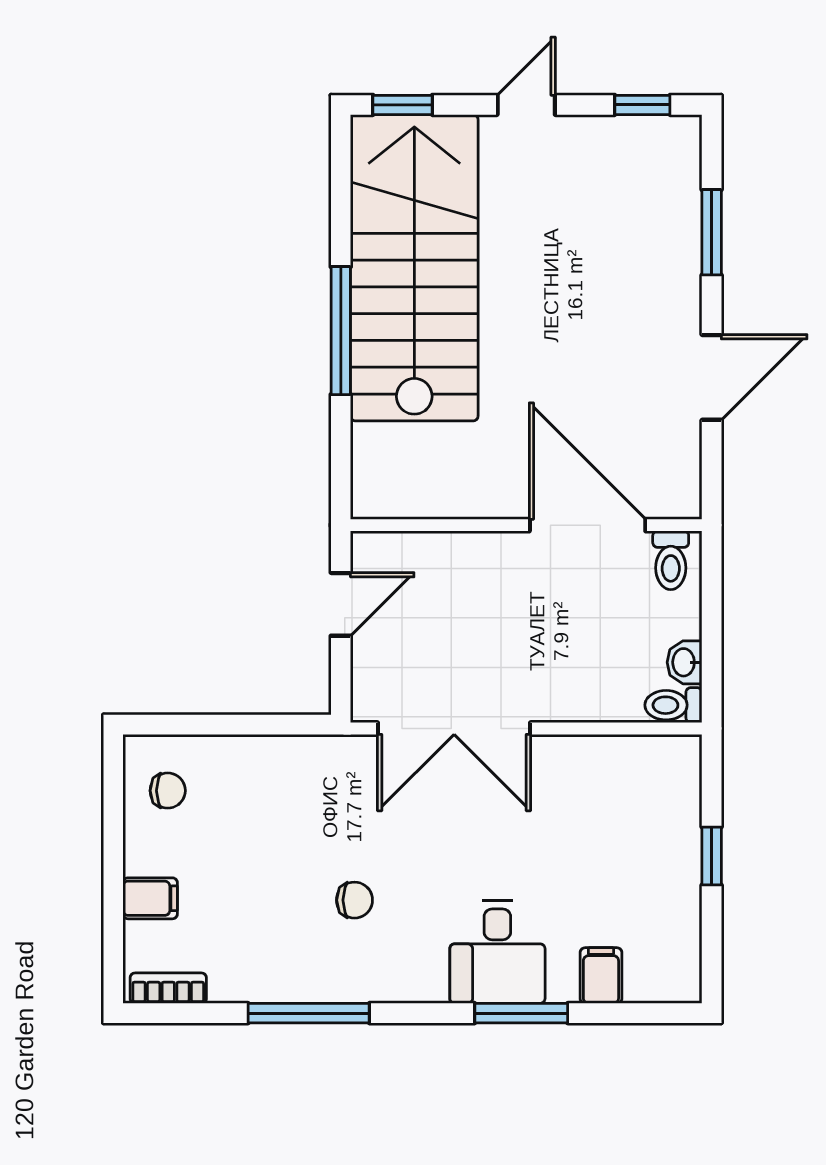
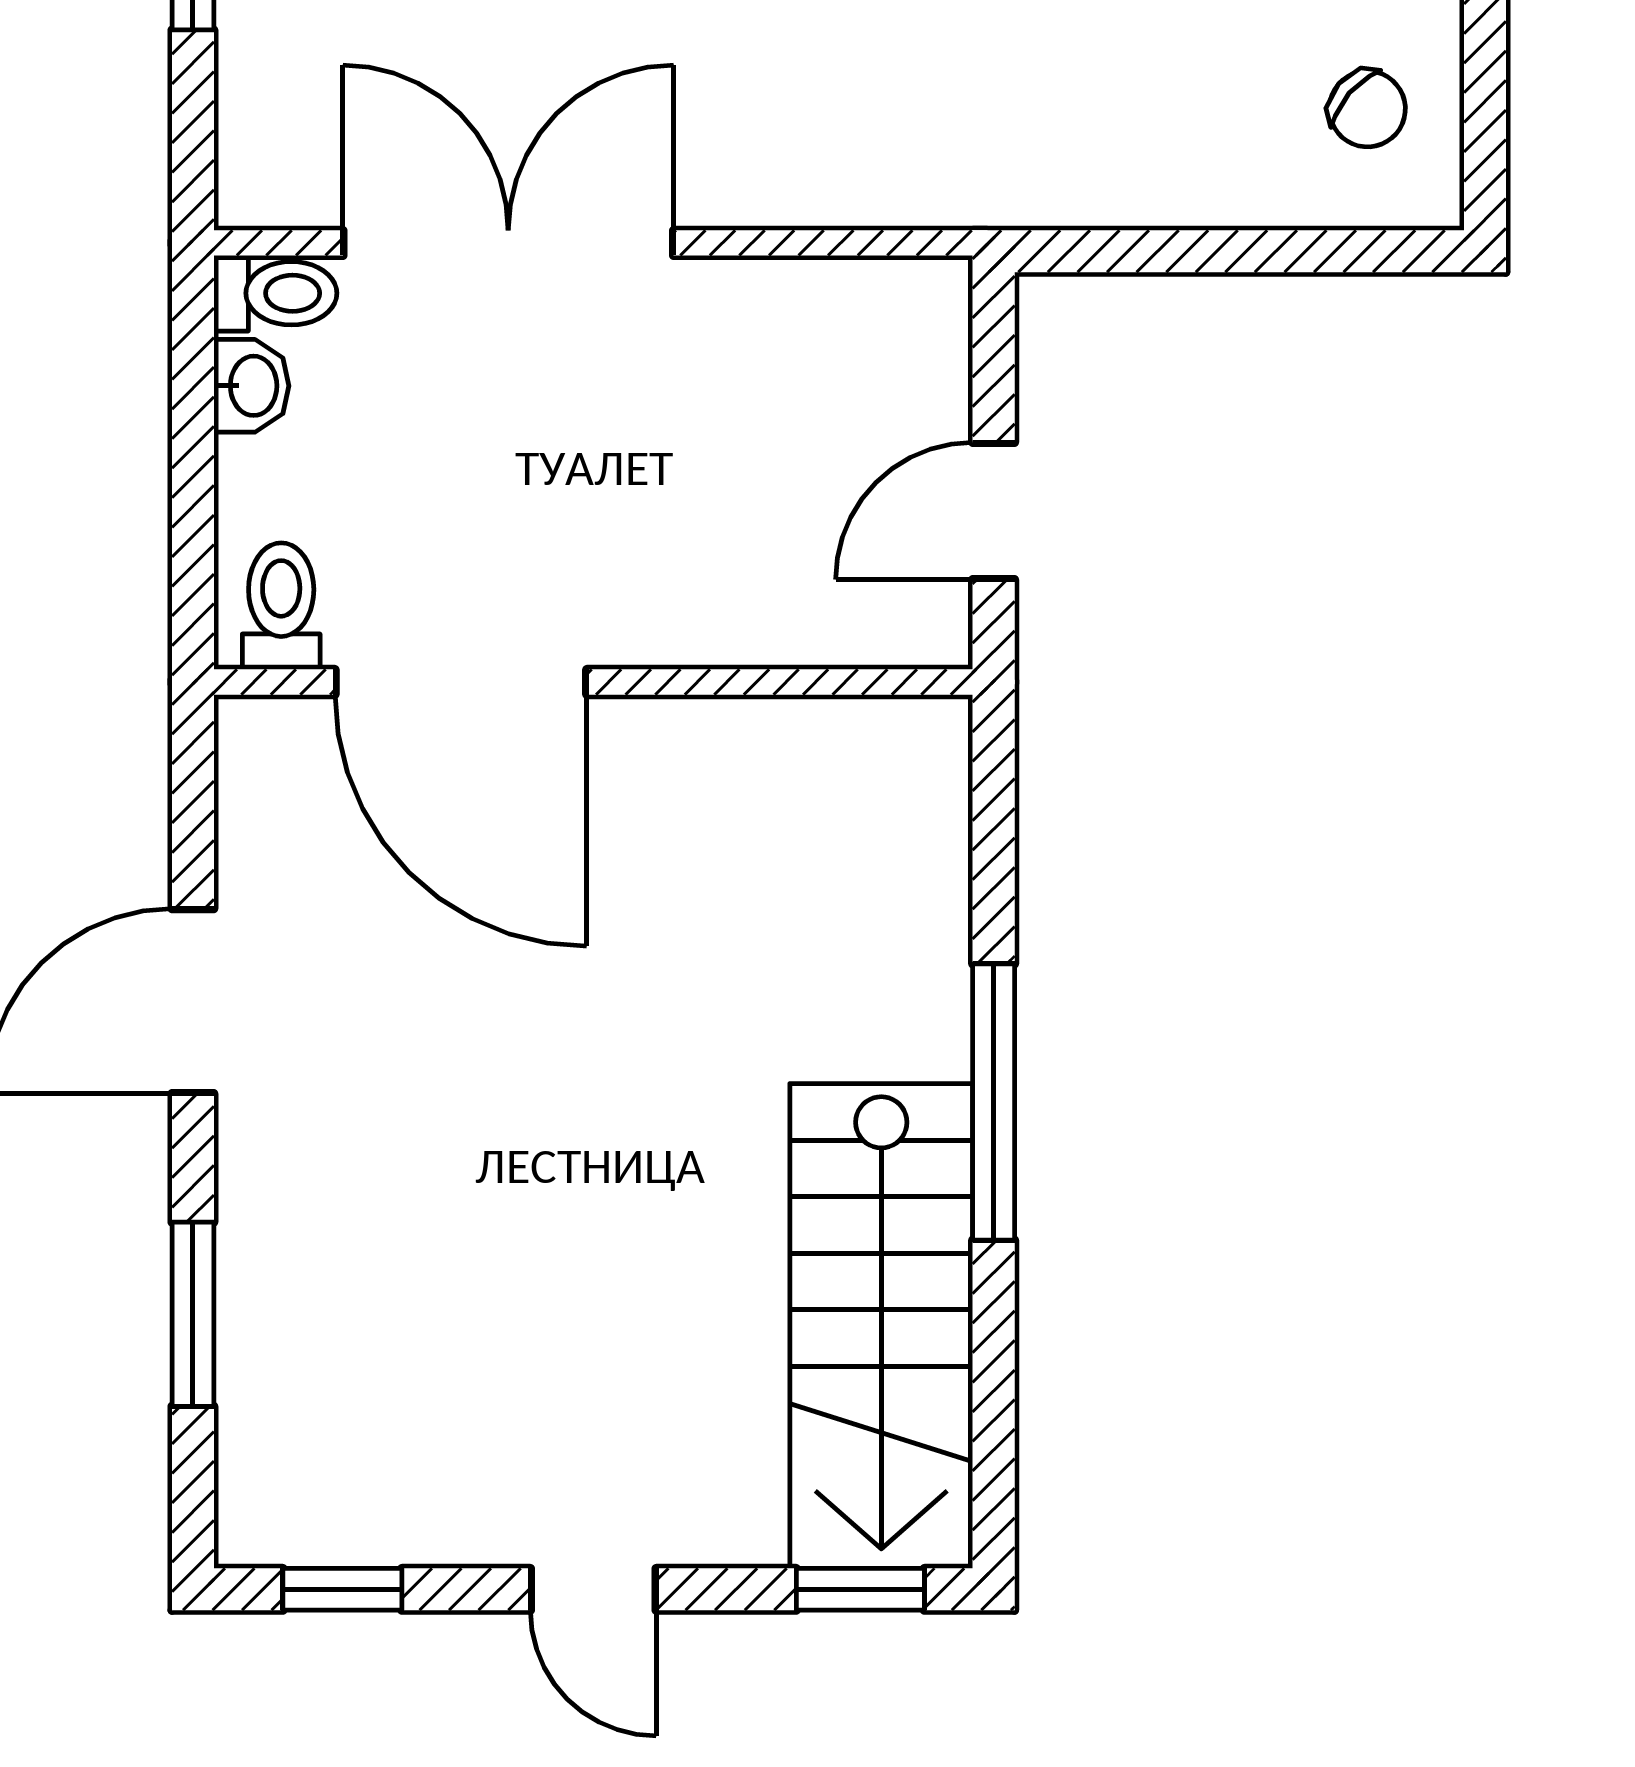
door: (526, 105) -> (593, 1589), hinge flipped
stairs: (414, 268) -> (881, 1326), width x0.73, depth x0.66
double door: (454, 728) -> (508, 243), moved
chair: (168, 791) -> (1367, 109), turned -139

